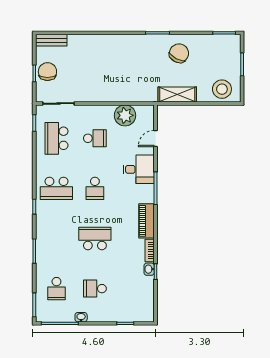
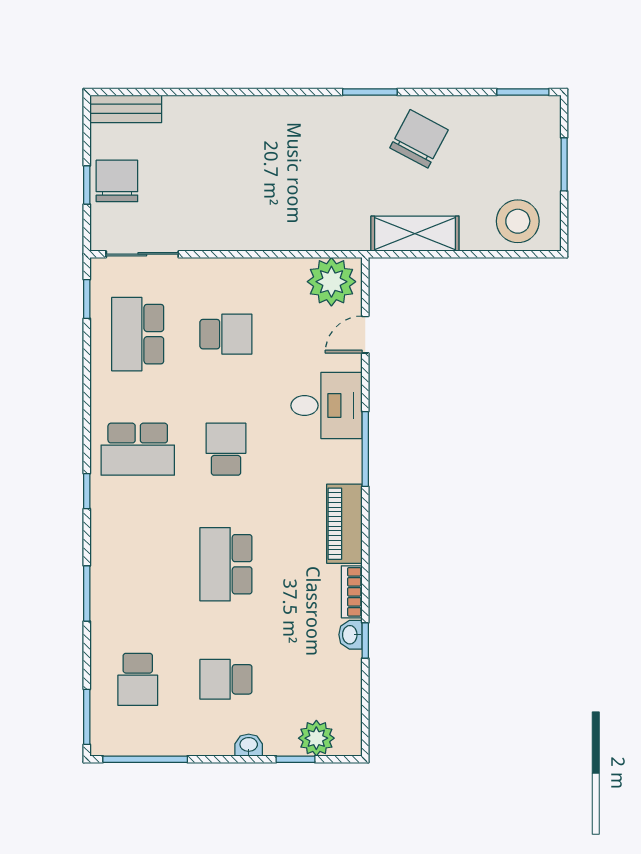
plant: (125, 115) -> (331, 282), moved
school desk: (95, 188) -> (226, 449), turned 180
school desk: (95, 238) -> (226, 564), turned -90
plant: (134, 314) -> (316, 738), added
washbasin: (81, 317) -> (249, 745), moved

